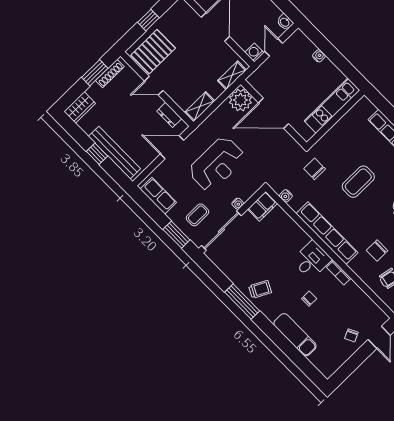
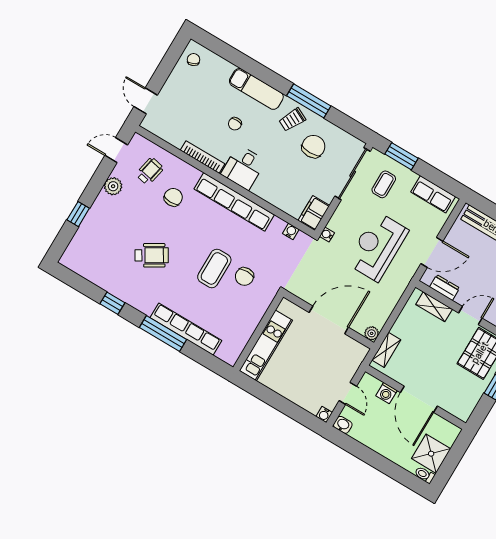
washing machine: (254, 53) -> (387, 393), moved, turned 90
water cooler: (319, 56) -> (324, 415), moved
plant: (240, 100) -> (372, 333), width x0.53, depth x0.53
shelving: (200, 107) -> (434, 307), moved, turned 90
chair: (315, 169) -> (244, 276), moved, turned 90
water cooler: (238, 204) -> (327, 234), moved
chair: (248, 262) -> (313, 147), added
bookcase: (339, 273) -> (203, 157), width x1.56
exam couch: (295, 335) -> (256, 89), moved
chair: (351, 335) -> (193, 60), moved

